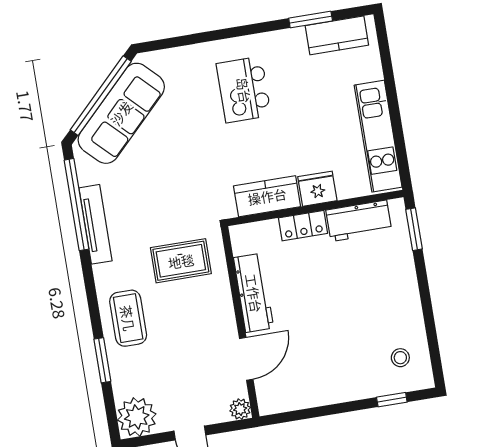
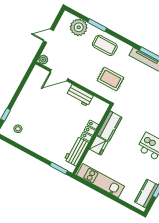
rug: (181, 261) -> (110, 79), turned 90
workbench: (254, 293) -> (80, 95), width x0.73
door: (246, 359) -> (59, 75), hinge flipped
plant: (137, 417) -> (79, 27), moved

